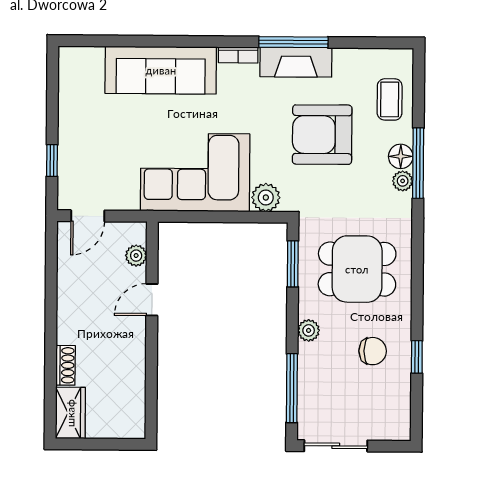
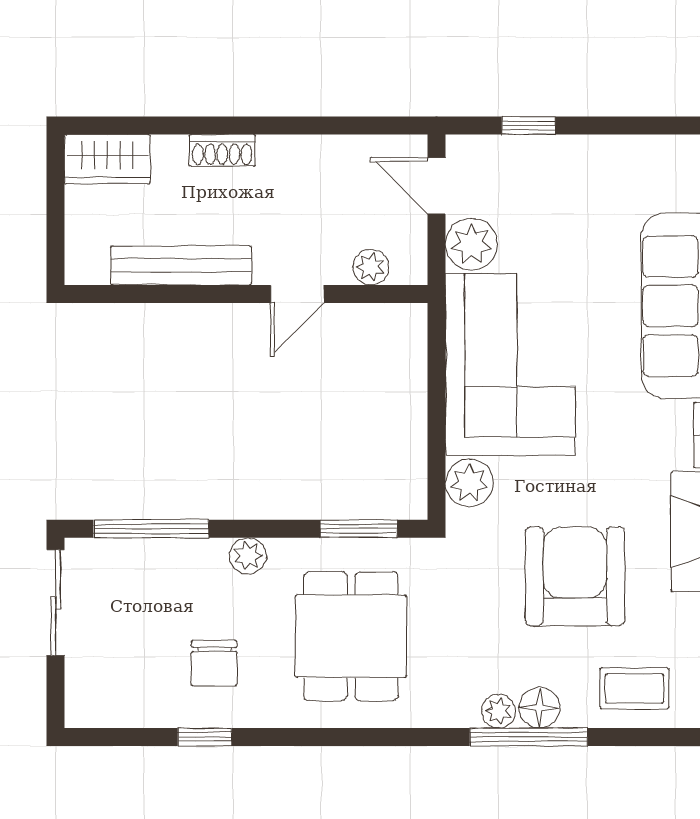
plant: (123, 195) -> (471, 244), added
door: (152, 300) -> (297, 294), swing flipped
shoe rack: (65, 365) -> (222, 150), moved
bench: (134, 369) -> (181, 265), added

